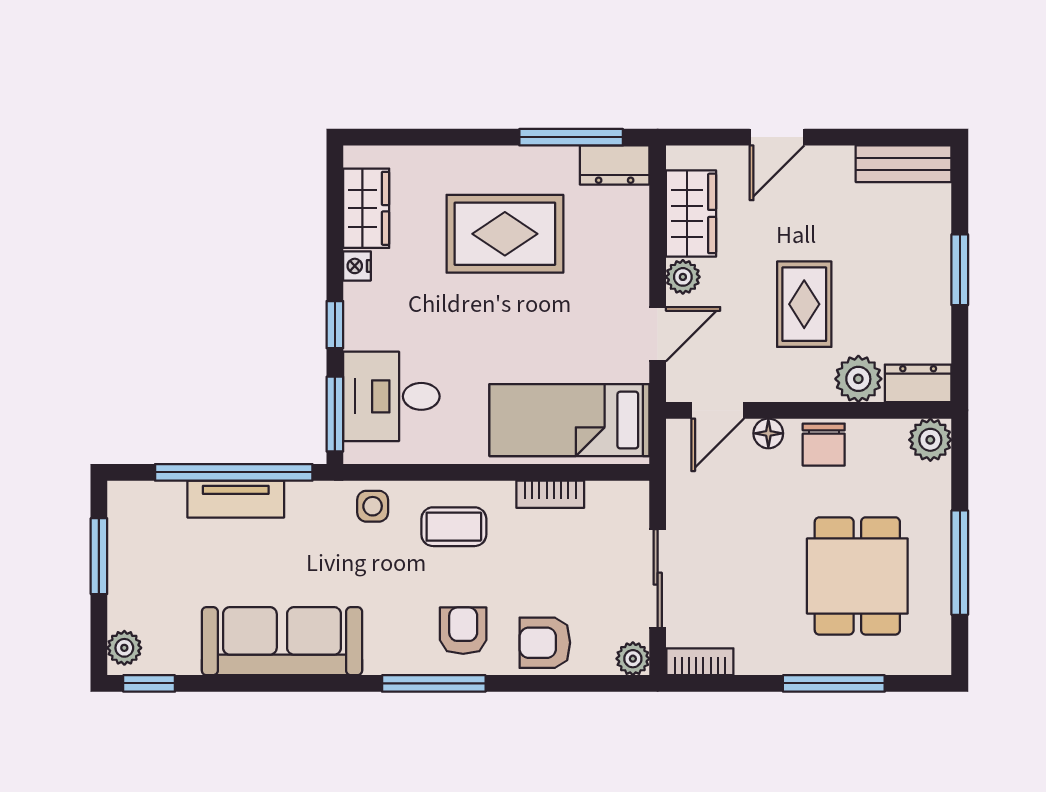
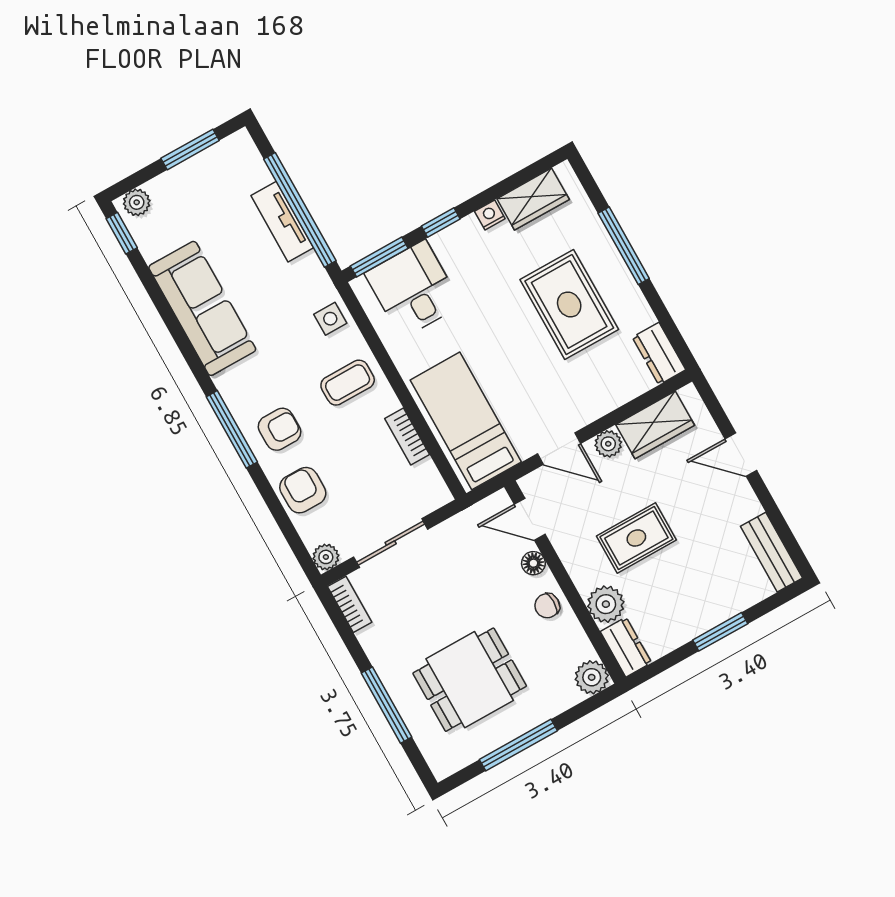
window: (571, 137) -> (624, 246), moved
chair: (824, 445) -> (547, 606), width x0.73, depth x0.73
coffee table: (454, 527) -> (348, 383), turned 90

